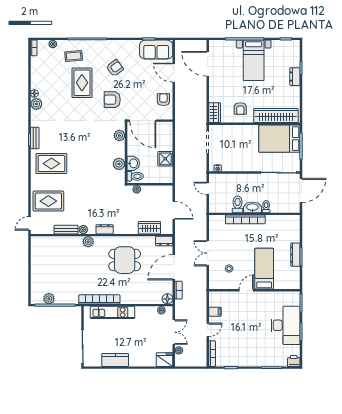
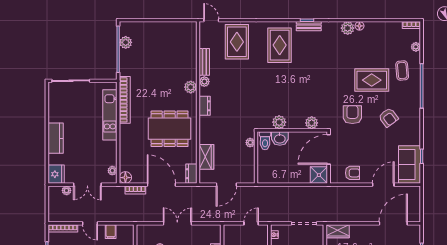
shower: (165, 159) -> (319, 175), moved
dining table: (125, 260) -> (170, 129), width x1.38
kitchen counter: (115, 360) -> (56, 138), moved

